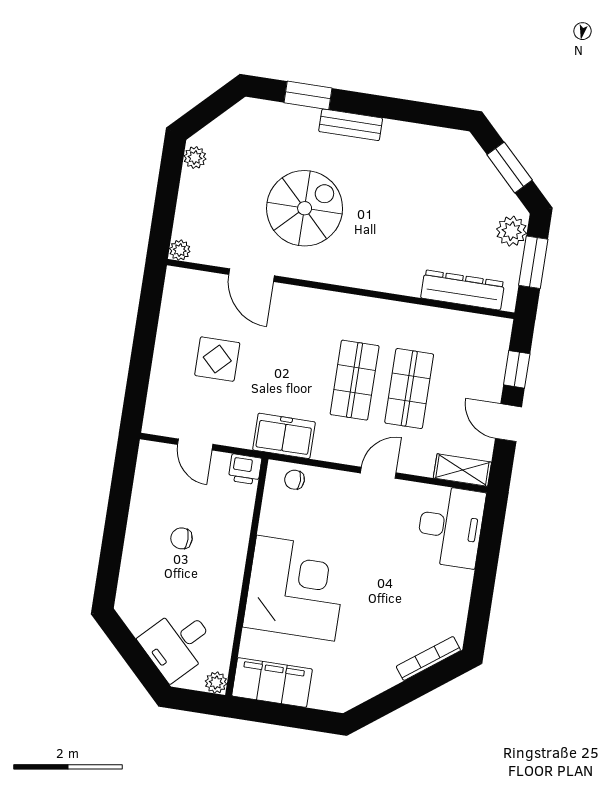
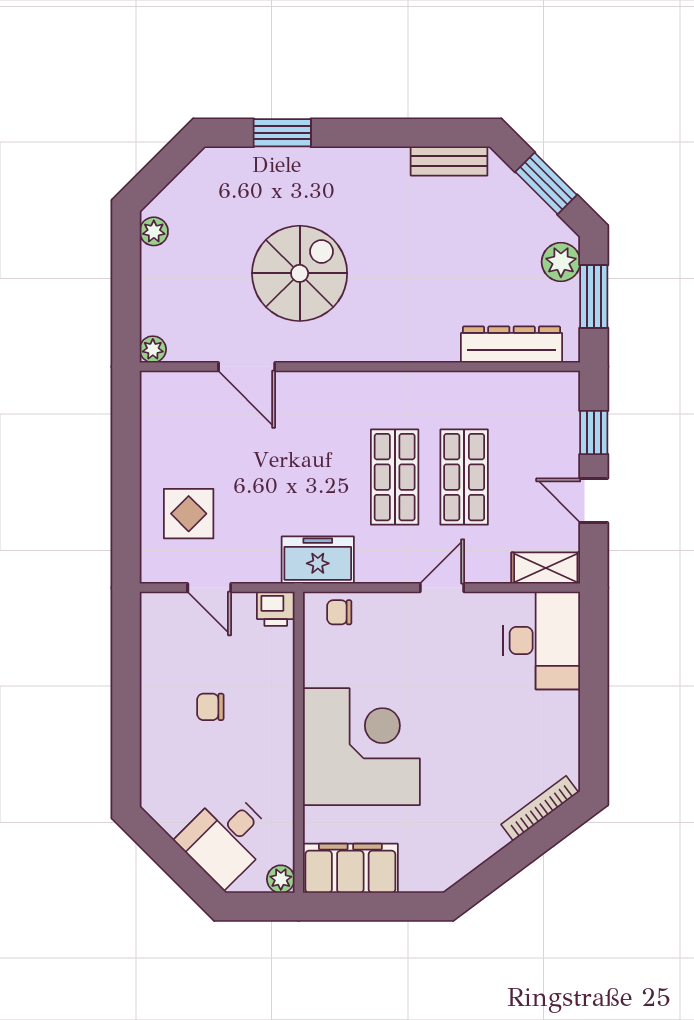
bench: (351, 125) -> (449, 161), moved
display table: (217, 359) -> (189, 514), moved

